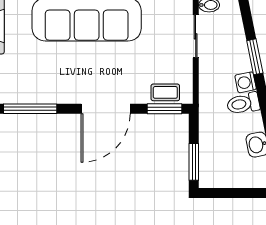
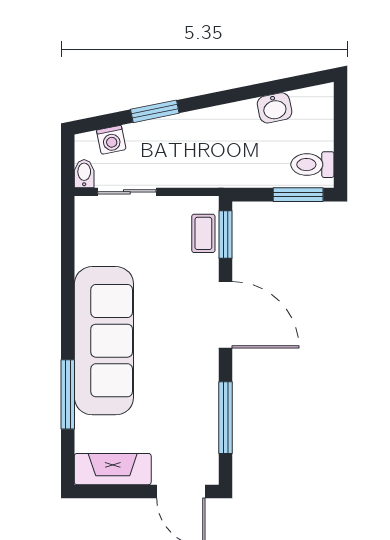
washing machine: (246, 82) -> (111, 140), moved
toilet: (243, 104) -> (312, 165), moved, turned 101

